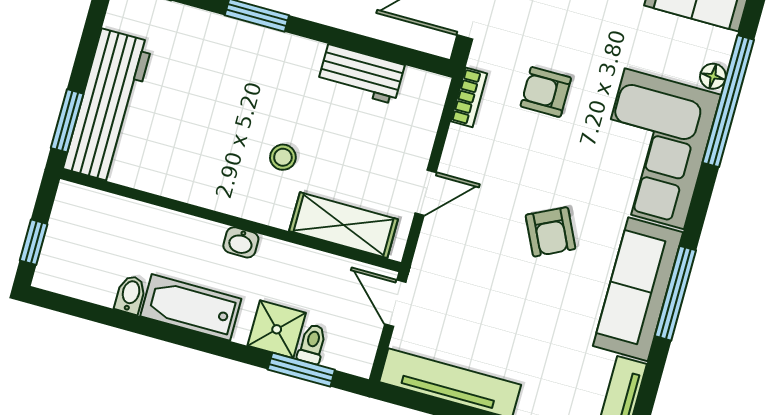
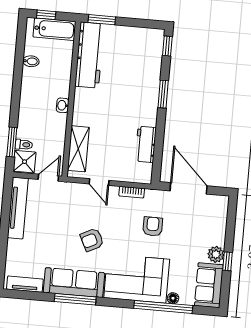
bookcase: (469, 97) -> (132, 192), moved
workbench: (108, 106) -> (89, 55), moved, turned -90
stool: (283, 157) -> (103, 117), removed
bathtub: (191, 307) -> (54, 29), moved, turned 90
shower: (277, 329) -> (25, 162), moved

